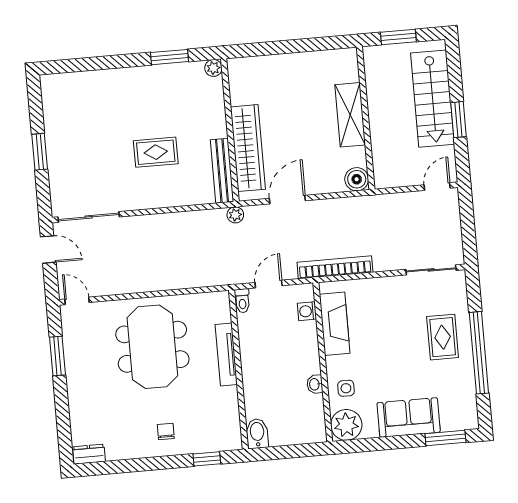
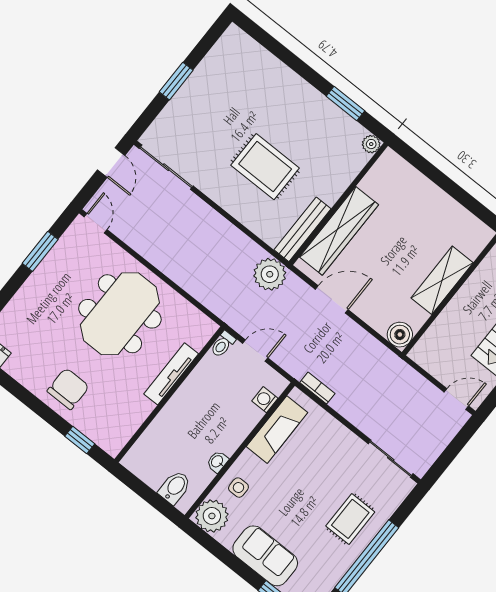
rug: (156, 152) -> (265, 167), width x1.36, depth x1.43
plant: (235, 215) -> (270, 274), width x1.88, depth x1.88
bookcase: (335, 267) -> (317, 388), width x0.43, depth x0.76
chair: (166, 432) -> (68, 389), width x1.87, depth x1.87
bidet: (257, 433) -> (175, 487), moved

